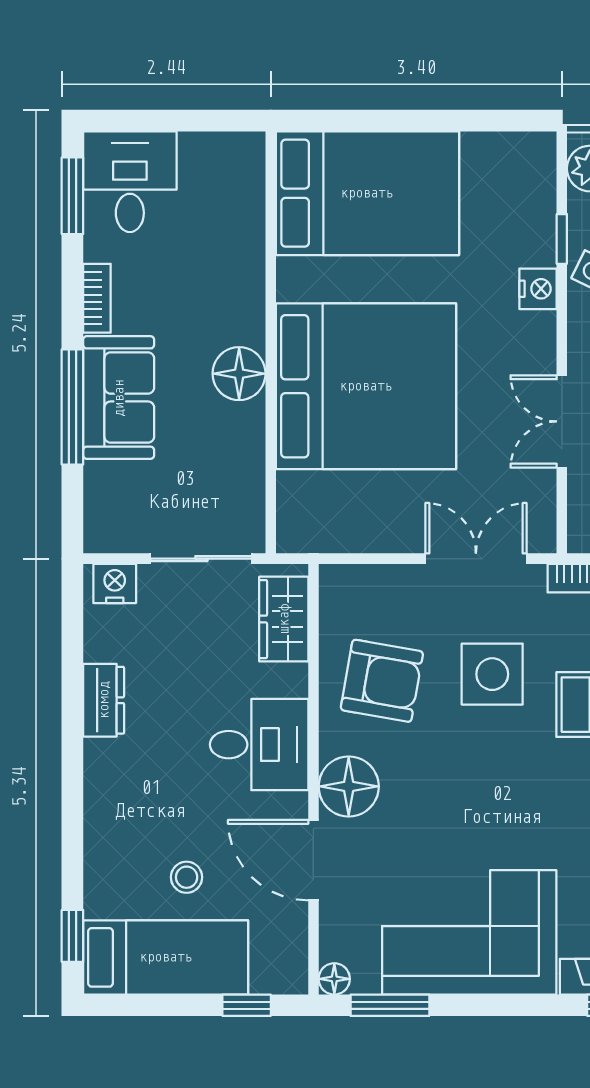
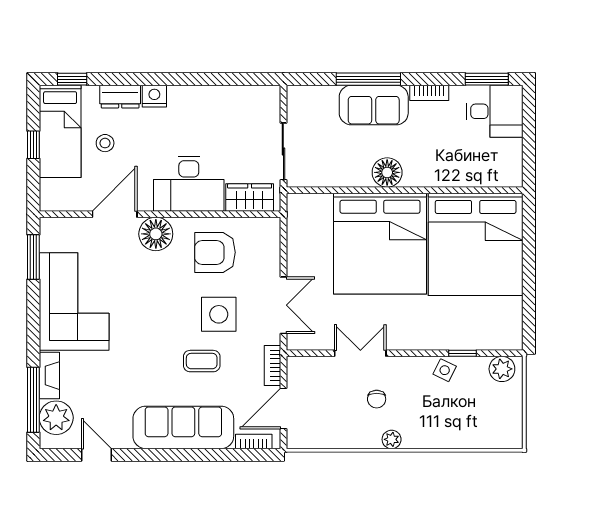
bed: (367, 193) -> (476, 244), width x1.36
nightstand: (538, 289) -> (435, 340), removed
nightstand: (115, 583) -> (154, 96), moved, turned -90
armchair: (382, 681) -> (215, 252), turned 80
dresser: (104, 700) -> (120, 97), moved
desk: (259, 745) -> (189, 184), width x1.37
floor lamp: (334, 979) -> (48, 226), removed
window: (247, 1005) -> (33, 145), moved

